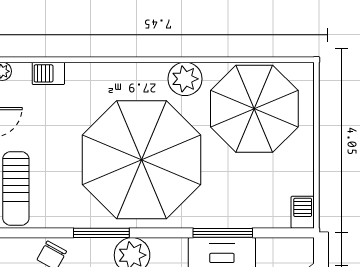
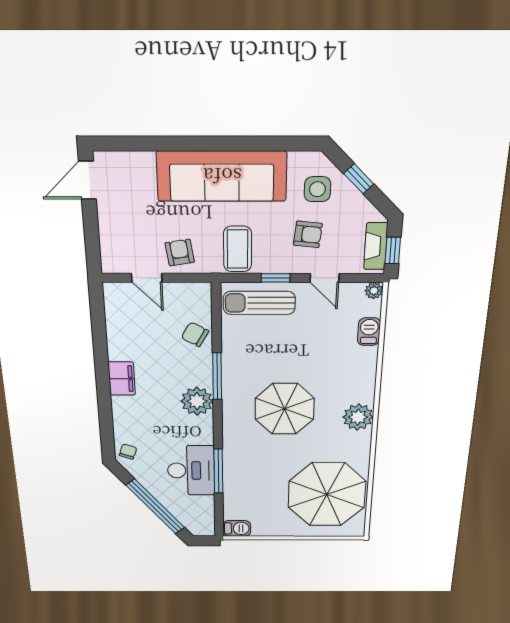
plant: (185, 79) -> (358, 417), moved
parasol: (141, 160) -> (285, 409), width x0.54, depth x0.54

